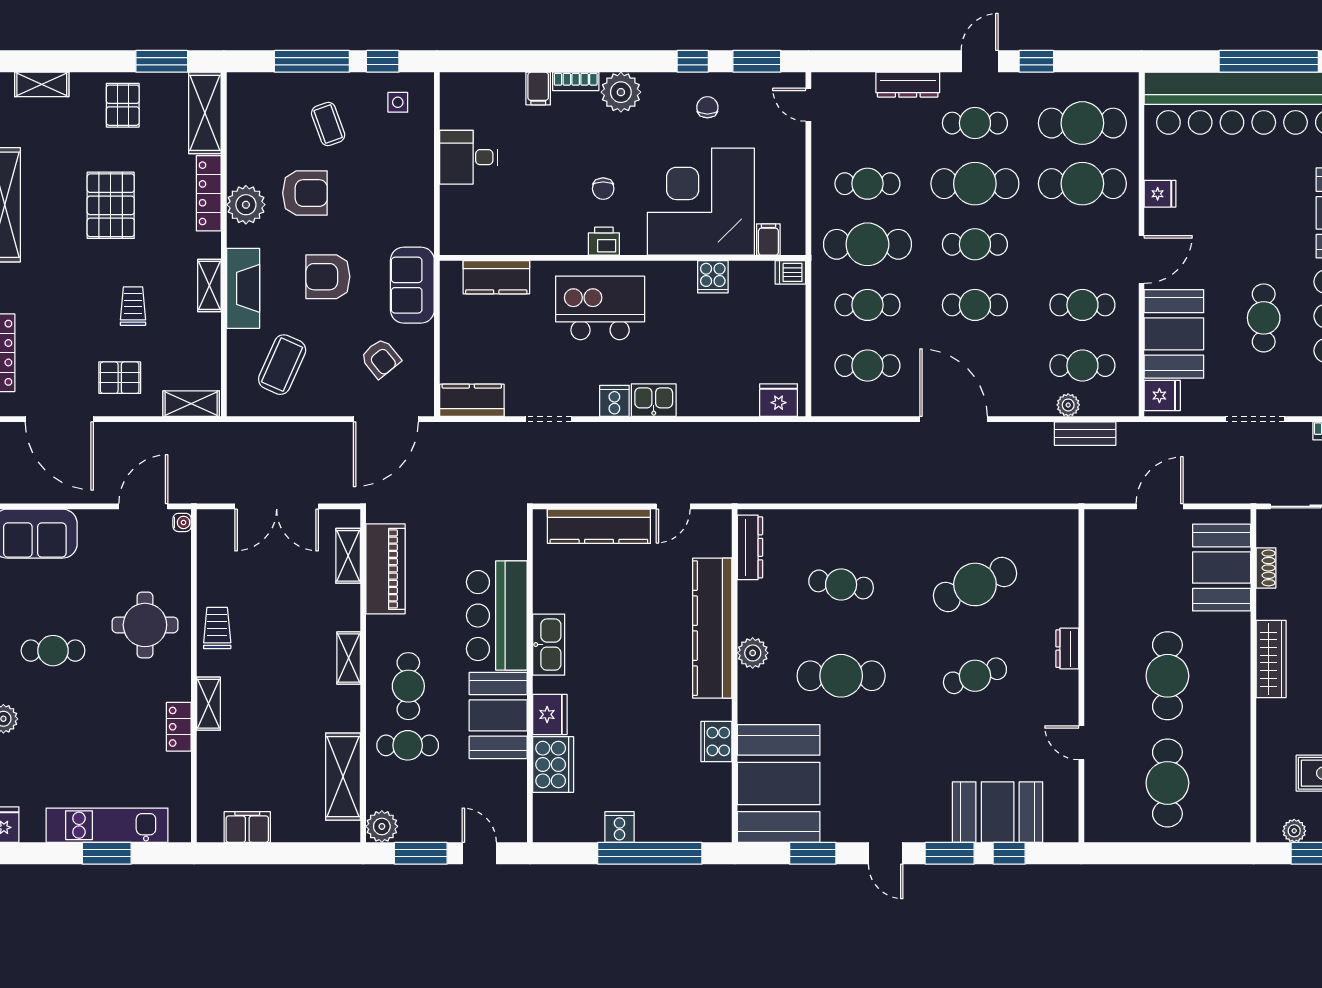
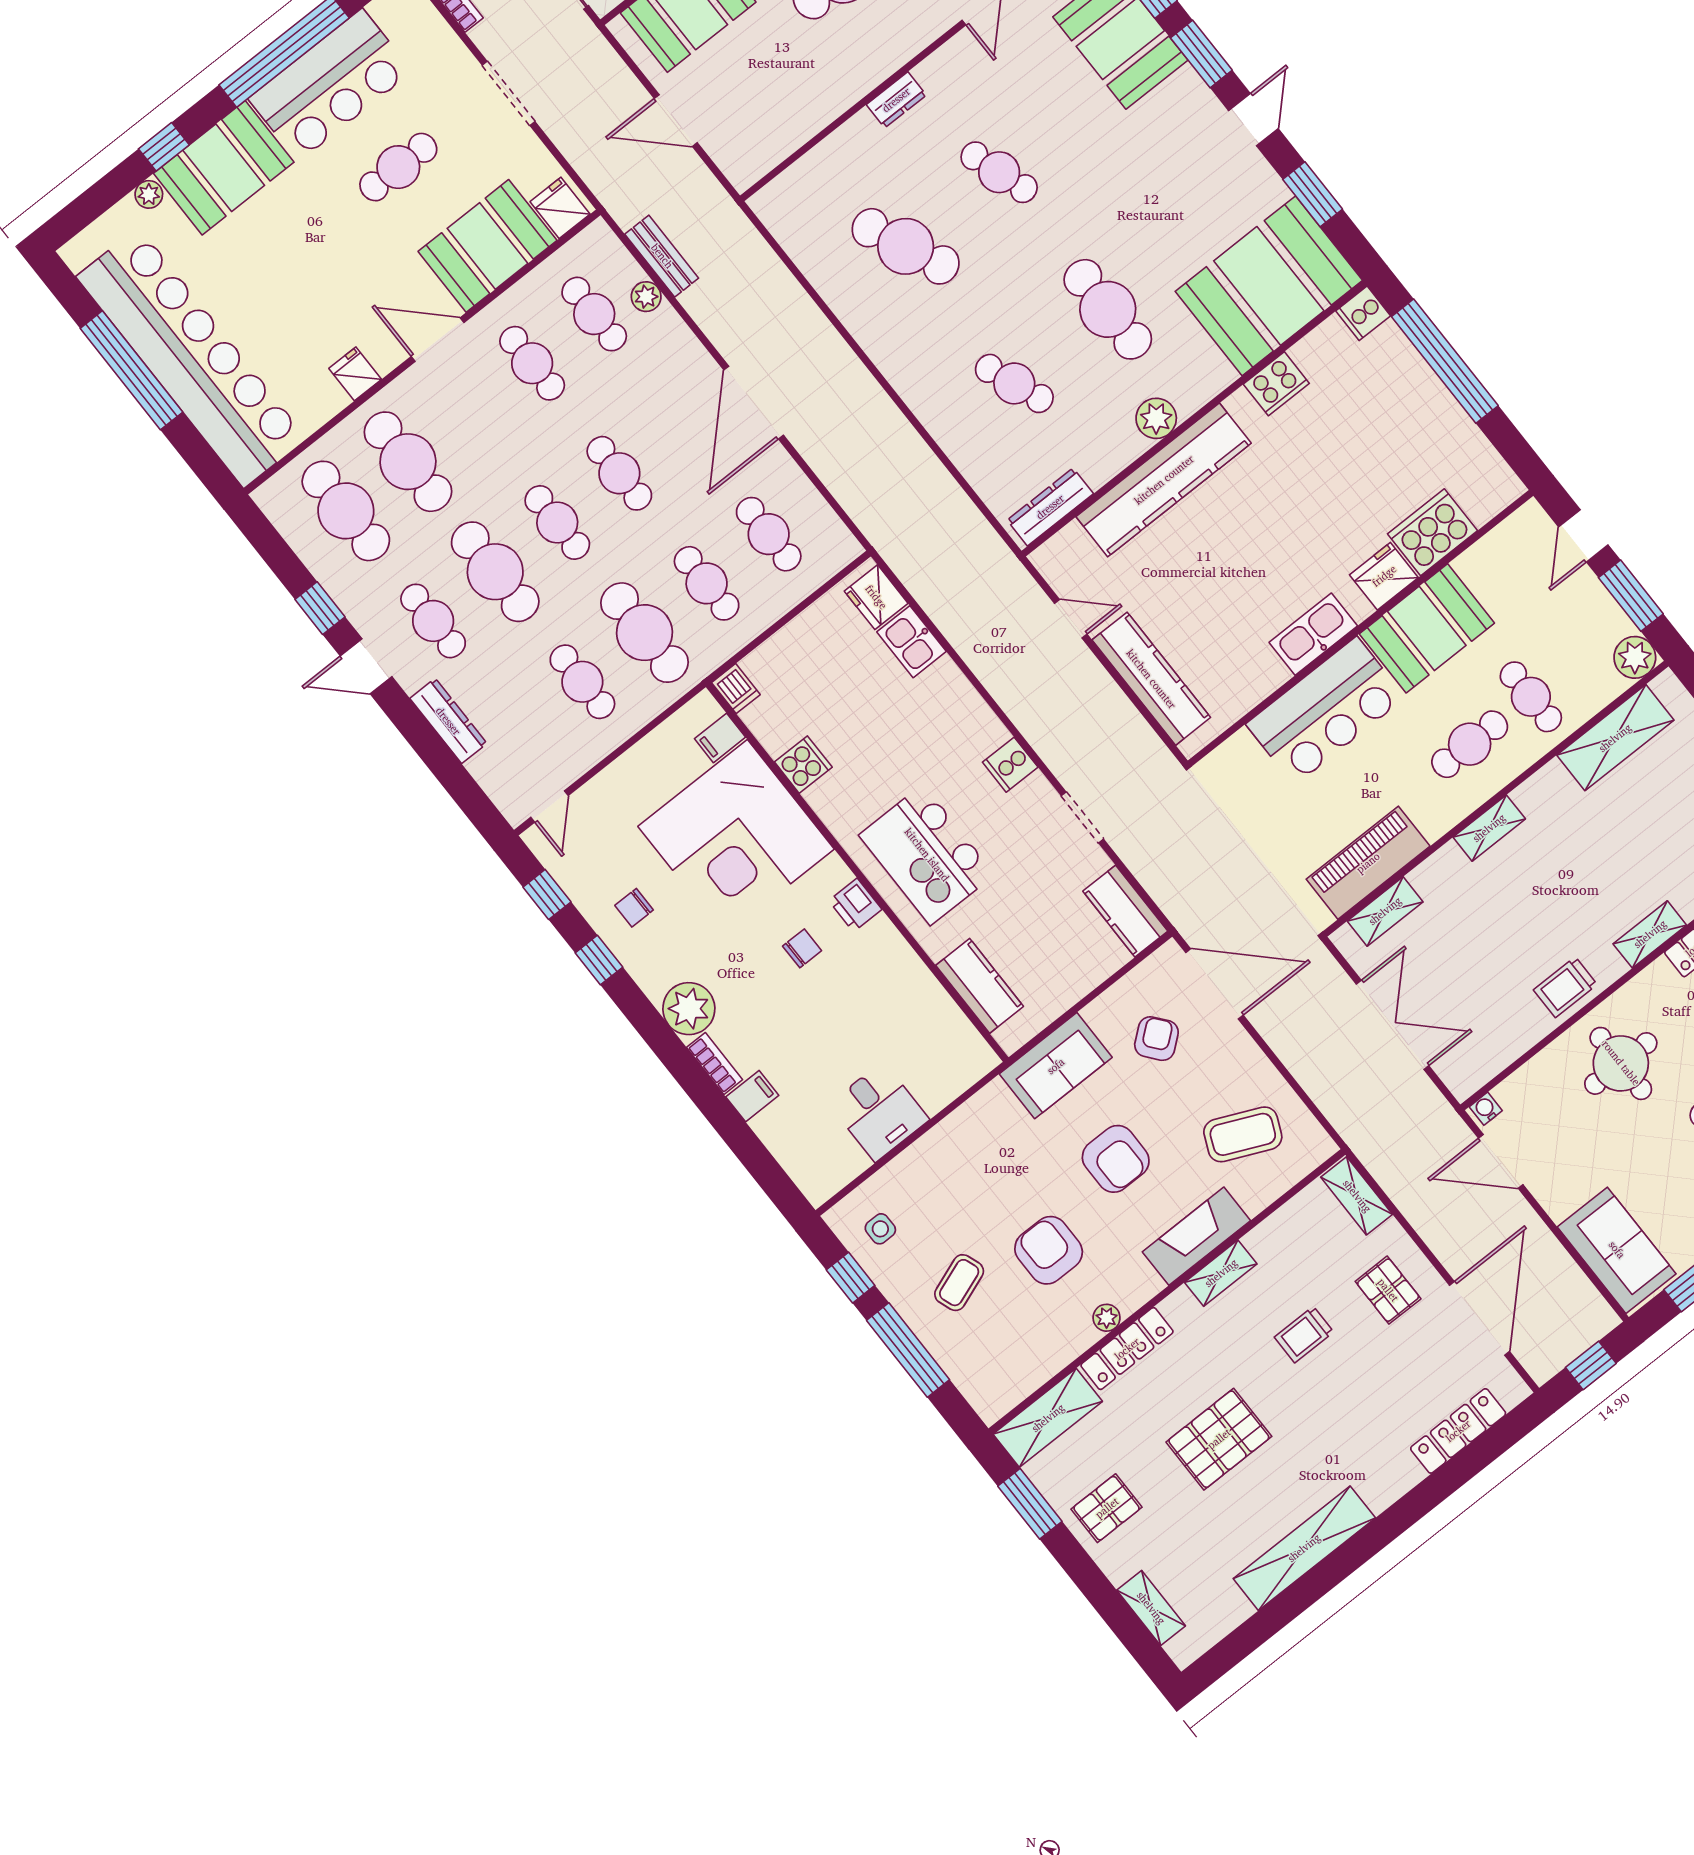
window: (757, 61) -> (547, 894), width x0.67
plant: (246, 205) -> (1107, 1318), width x0.53, depth x0.53
kitchen sink: (654, 400) -> (912, 642), moved
cafe table: (841, 584) -> (1014, 383), turned -30
cooker: (620, 827) -> (1363, 313), moved

